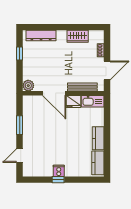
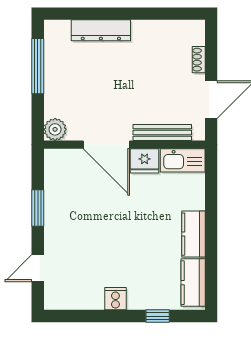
dresser: (41, 36) -> (101, 30), moved
wardrobe: (78, 36) -> (153, 32), removed
window: (20, 54) -> (38, 66), width x2.17
window: (58, 180) -> (158, 316), moved

